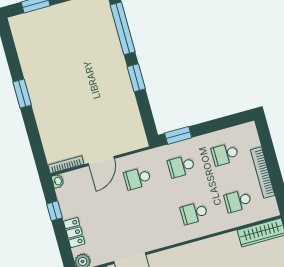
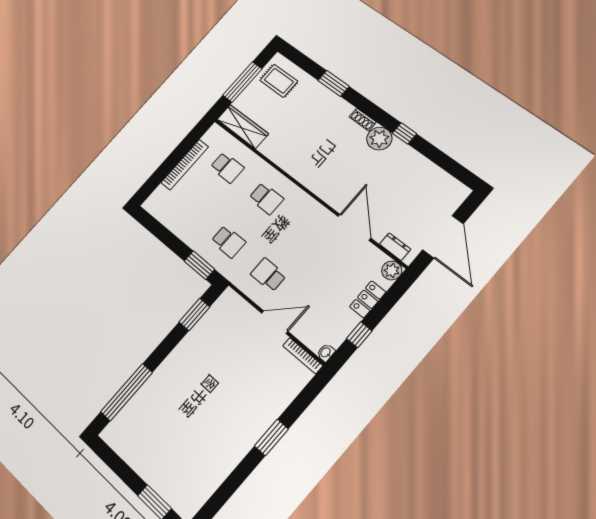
window: (136, 78) -> (194, 314), moved
window: (22, 93) -> (271, 437), moved
school desk: (225, 154) -> (190, 210), removed
school desk: (137, 178) -> (268, 275), turned 180

